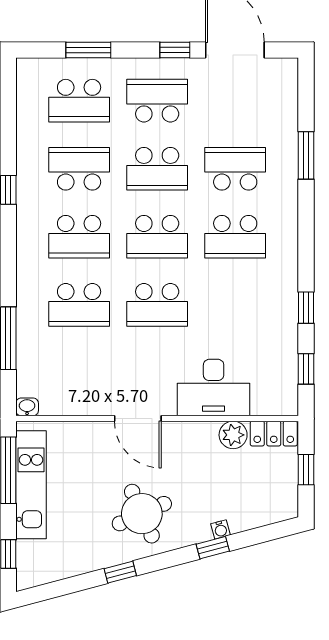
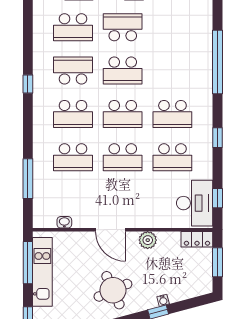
window: (306, 155) -> (218, 62), width x2.11
school desk: (235, 169) -> (172, 157), moved, turned 180
window: (306, 308) -> (218, 138), moved
desk: (214, 388) -> (195, 203), moved, turned -90
washbasin: (27, 407) -> (64, 222), moved
plant: (233, 435) -> (148, 240), moved
window: (306, 470) -> (218, 262), width x1.50

